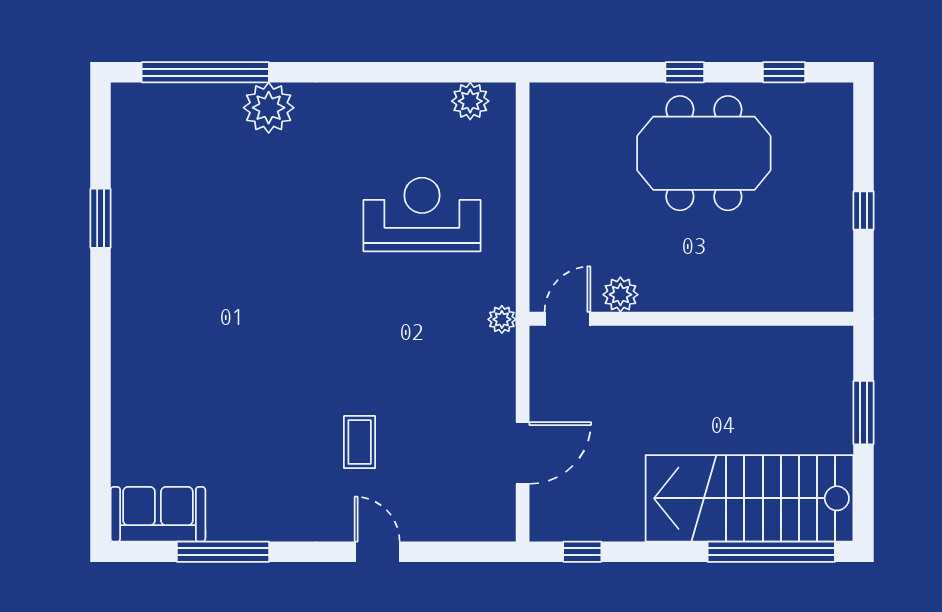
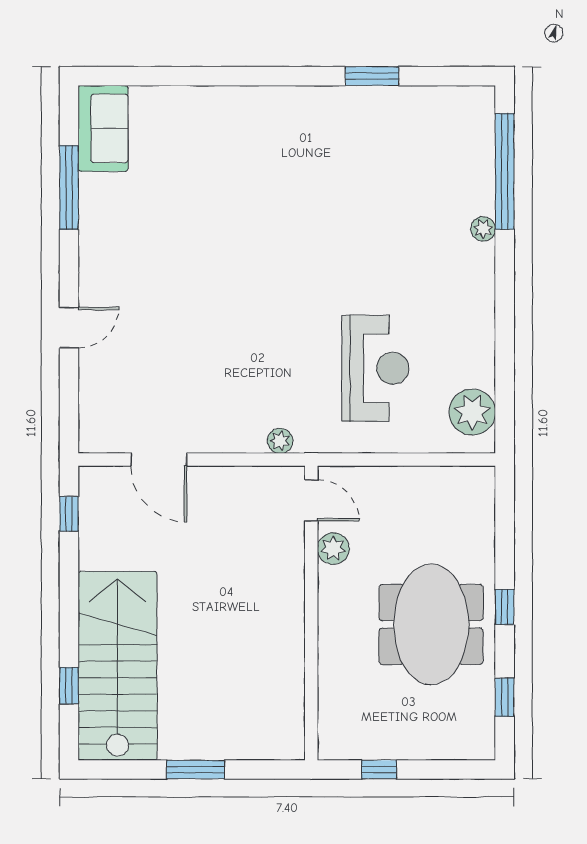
plant: (470, 101) -> (472, 412), width x1.36, depth x1.36
plant: (269, 108) -> (483, 229), width x0.53, depth x0.53
plant: (620, 295) -> (333, 549), moved
door: (567, 319) -> (311, 500), moved
wall: (691, 319) -> (311, 613), moved
coffee table: (360, 442) -> (169, 312), removed
window: (771, 552) -> (69, 686), width x0.32

